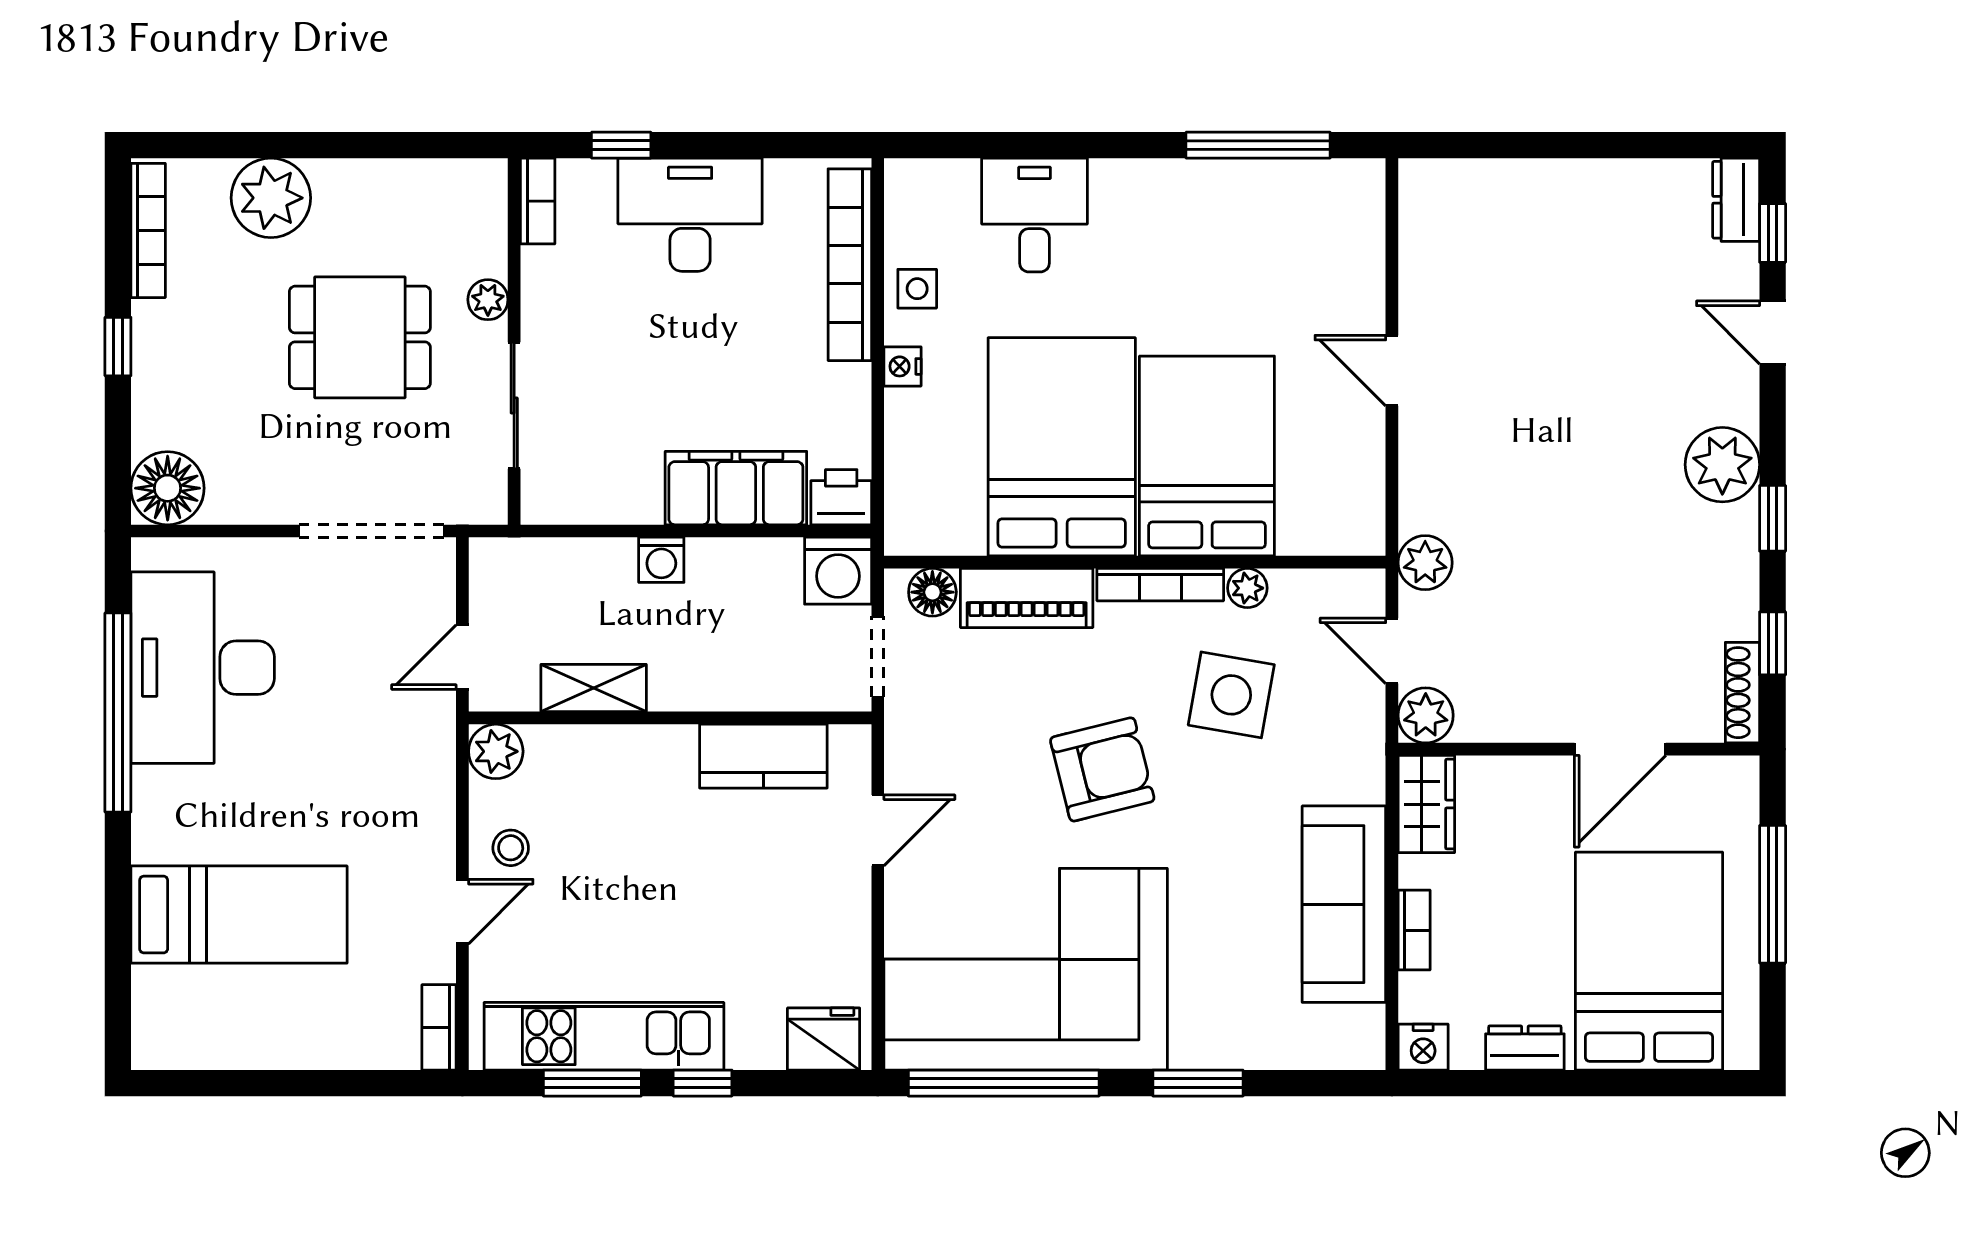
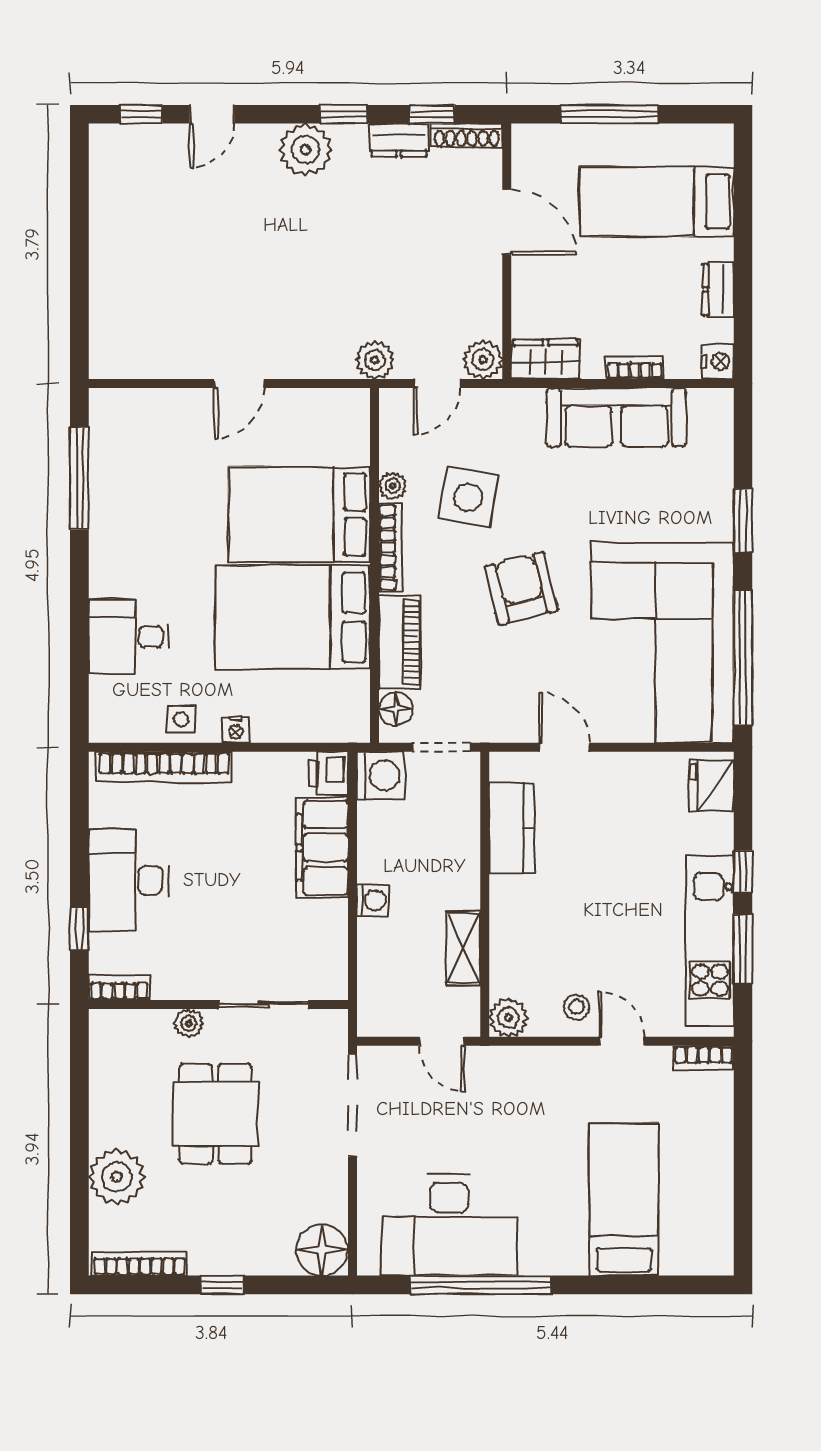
dresser: (1736, 200) -> (399, 140), moved
bed: (1649, 961) -> (657, 202), width x0.67

